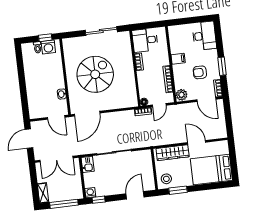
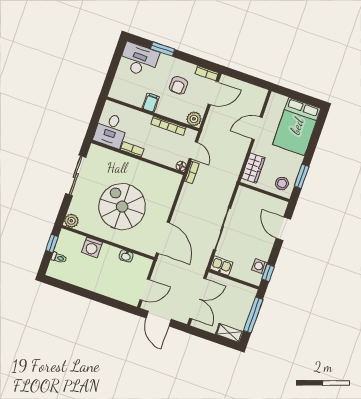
plant: (68, 44) -> (71, 221), added
washing machine: (48, 47) -> (92, 247), moved, turned 90
window: (222, 66) -> (163, 49), moved
door: (56, 117) -> (145, 290), moved
wardrobe: (173, 153) -> (253, 168), width x0.67
washing machine: (90, 193) -> (259, 266), moved

